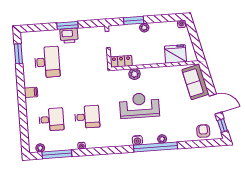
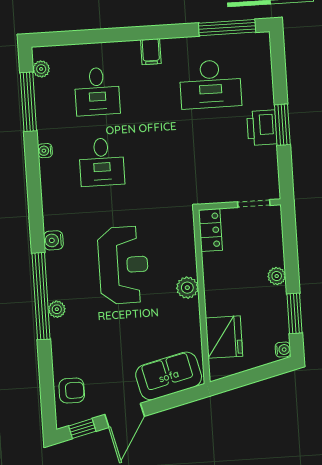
window: (134, 20) -> (295, 313), moved
window: (18, 54) -> (227, 28), width x1.44
plant: (135, 74) -> (187, 288), moved
water cooler: (137, 140) -> (53, 240), moved

